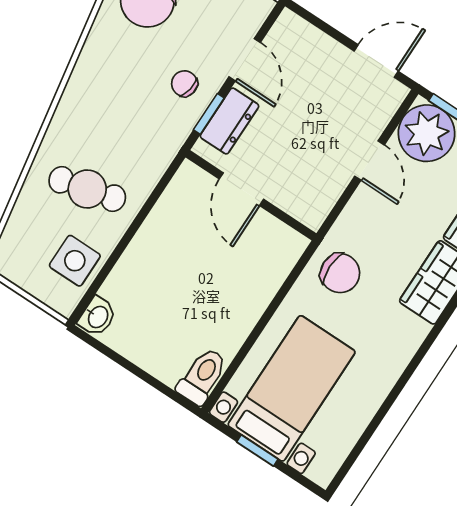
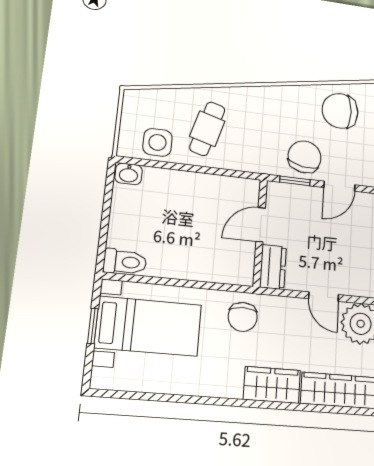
chair: (184, 84) -> (305, 157), width x1.87, depth x1.87
dresser: (229, 121) -> (273, 267), moved, turned -90
door: (370, 161) -> (324, 297), hinge flipped
cafe table: (87, 189) -> (207, 129), turned 30

